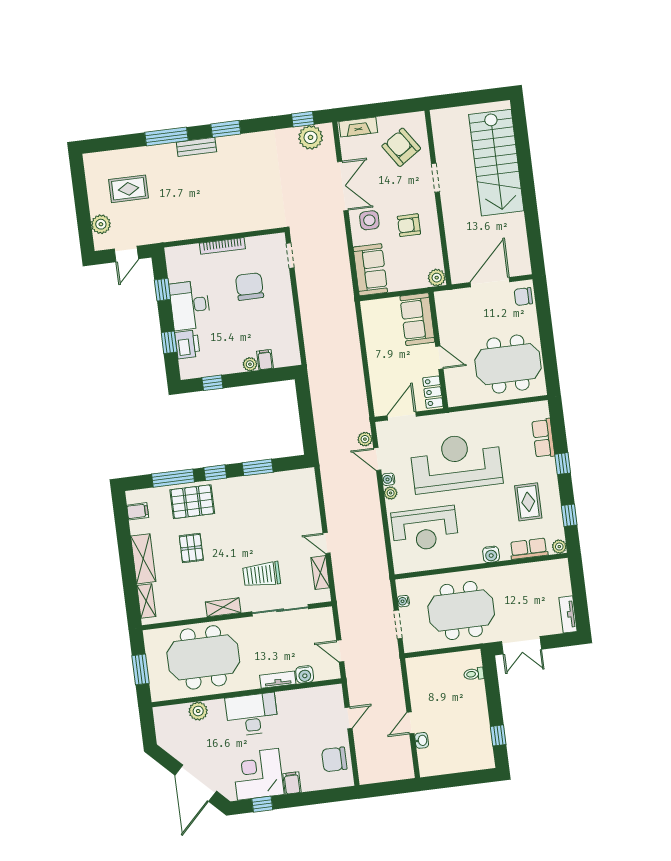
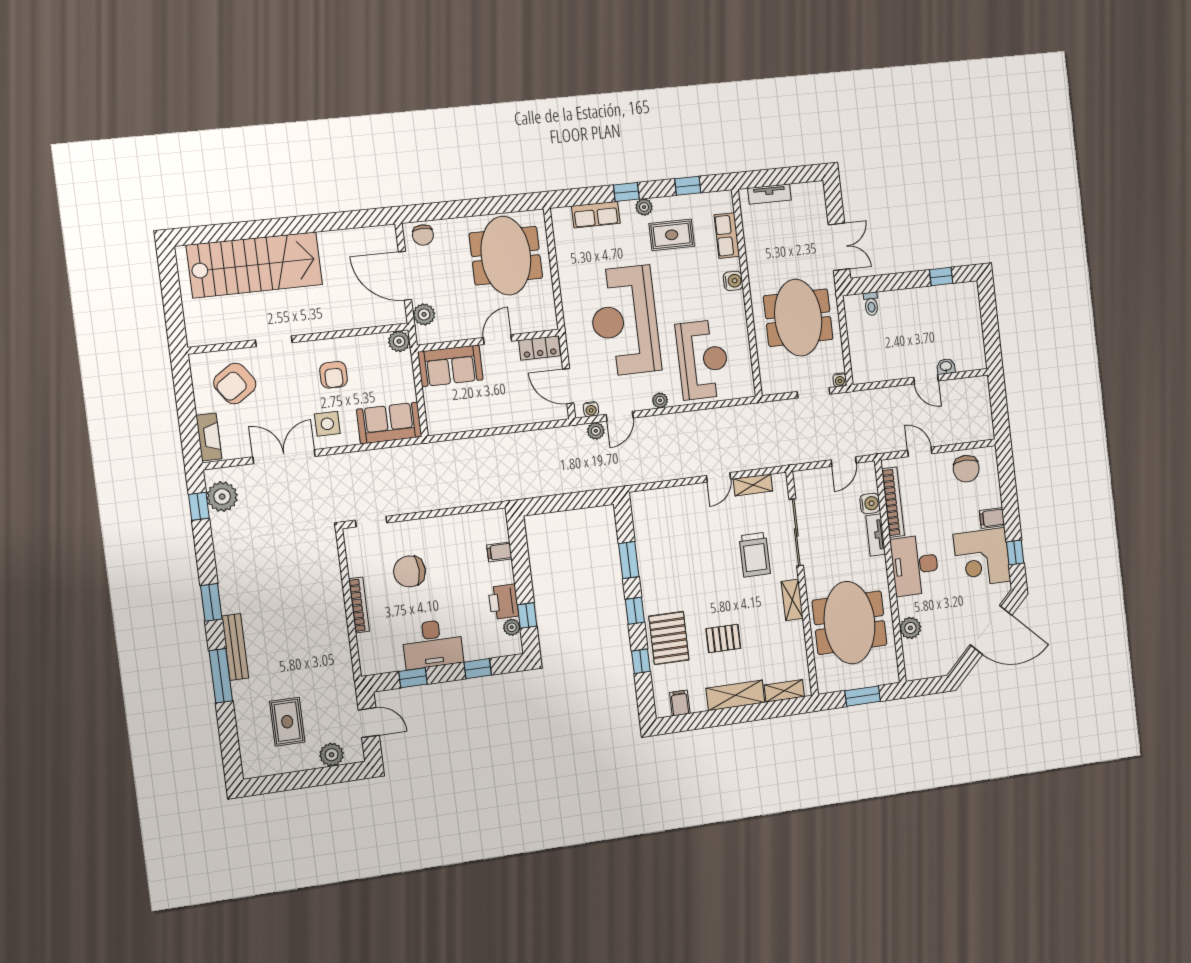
bench: (196, 147) -> (235, 647), width x1.36
plant: (459, 298) -> (424, 314), added
printer: (187, 344) -> (503, 602), moved, turned -90
plant: (250, 364) -> (512, 627), moved
window: (173, 478) -> (641, 661), width x0.46
water cooler: (388, 479) -> (591, 409), moved
plant: (559, 547) -> (644, 207), moved
water cooler: (403, 601) -> (840, 380), moved
tv unit: (568, 614) -> (769, 194), moved
bookcase: (306, 695) -> (893, 502), added

